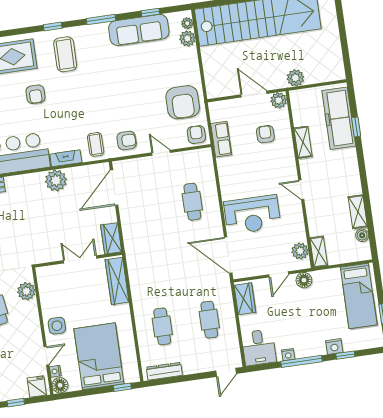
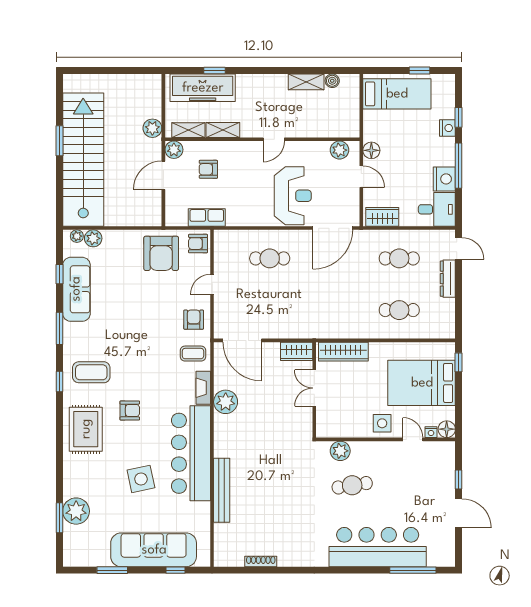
armchair: (183, 102) -> (161, 253), turned 90
shelving: (319, 252) -> (188, 130), moved
nightstand: (288, 355) -> (444, 179), width x1.89, depth x1.79
dresser: (164, 371) -> (448, 279), moved
fridge: (37, 387) -> (444, 454), removed

